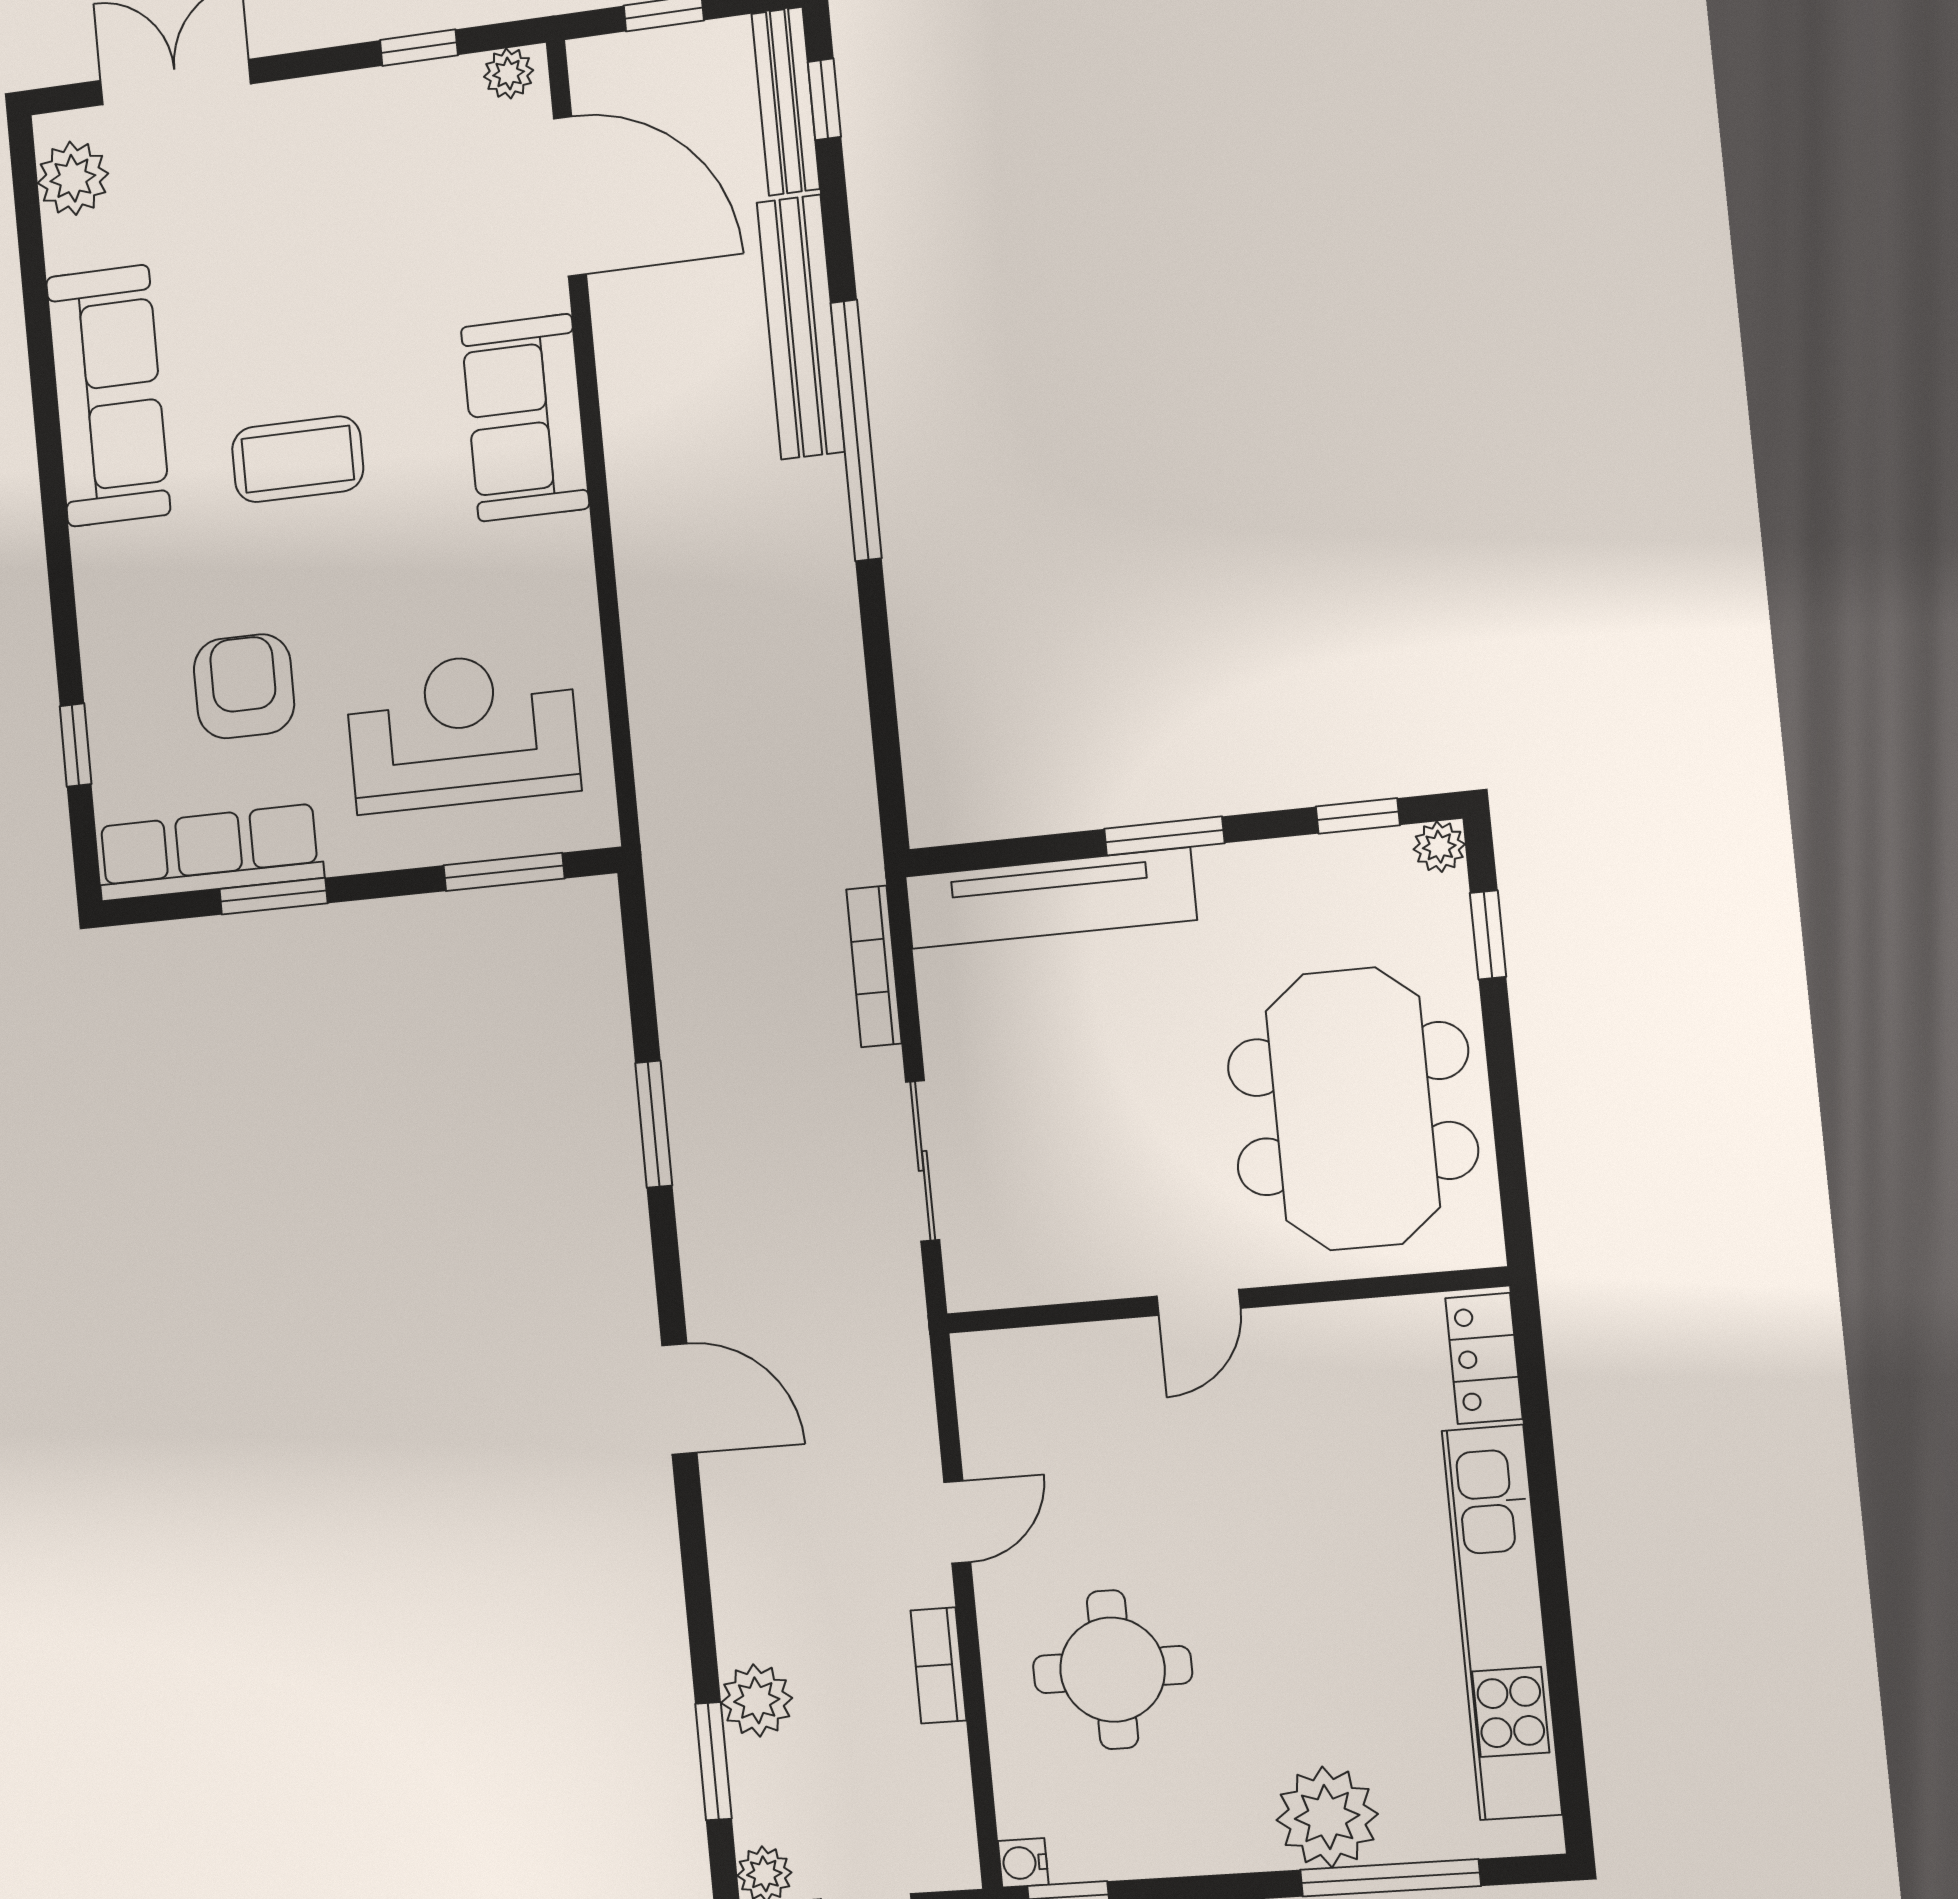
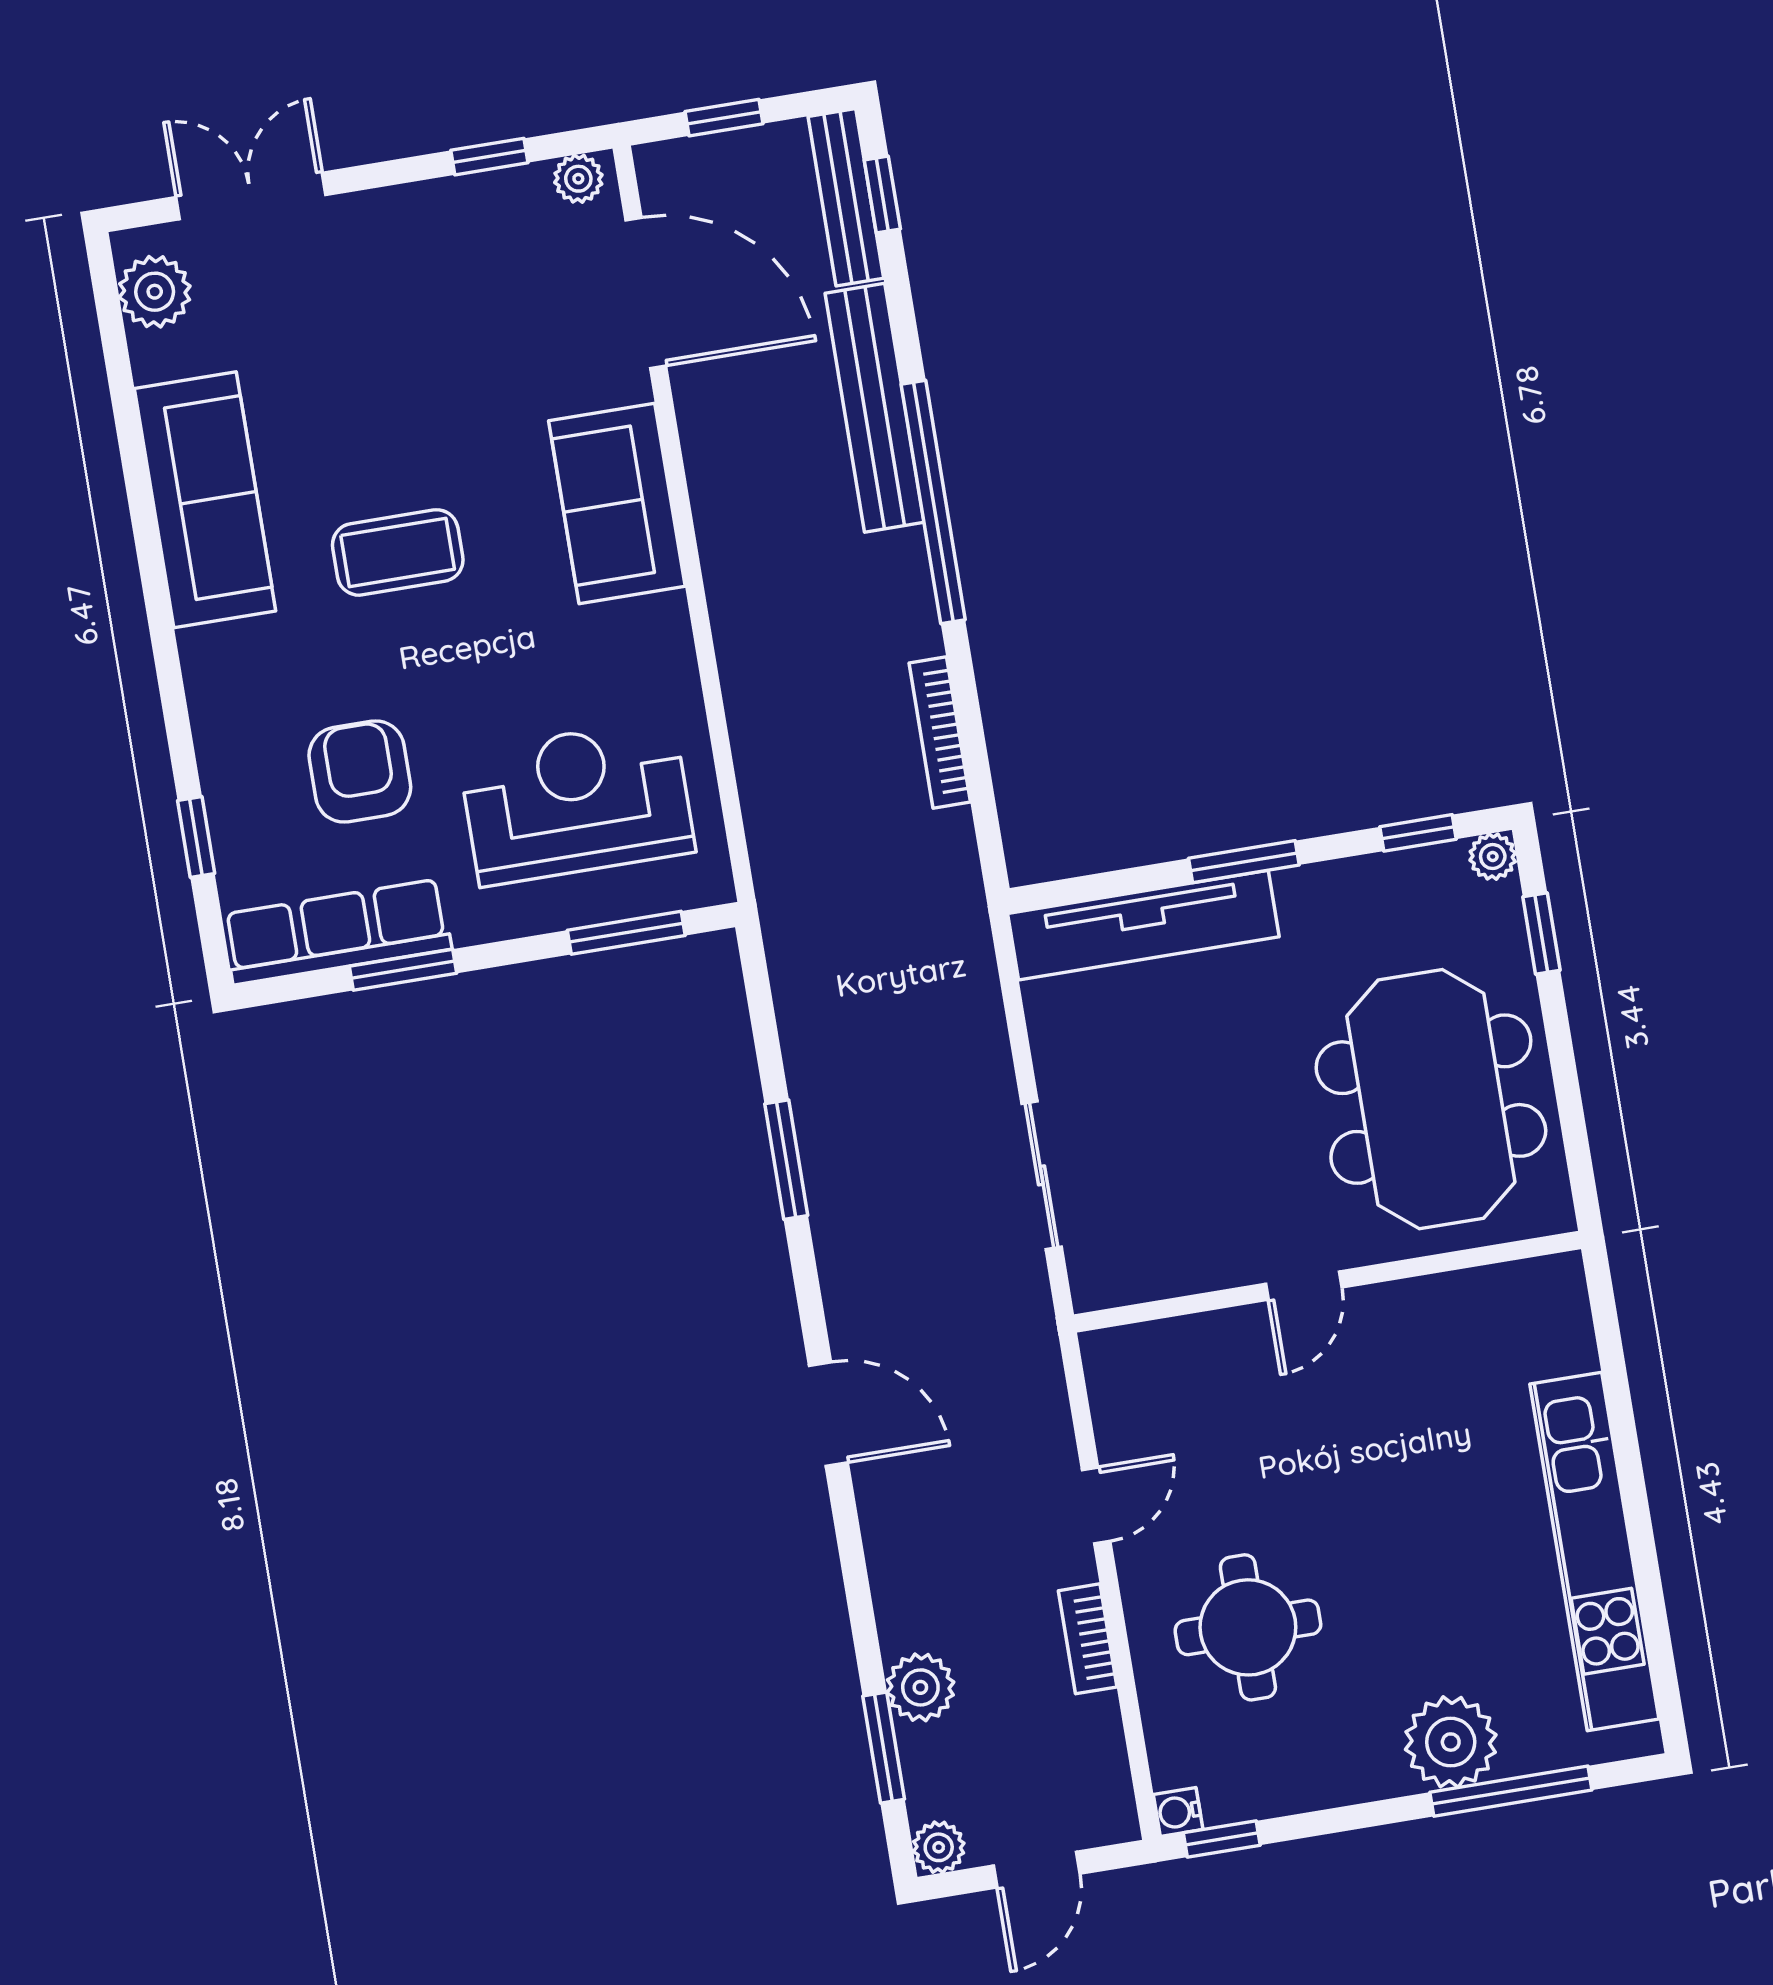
bookcase: (874, 966) -> (940, 732), moved
locker: (1484, 1358) -> (1563, 1316), removed

